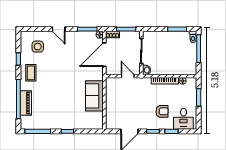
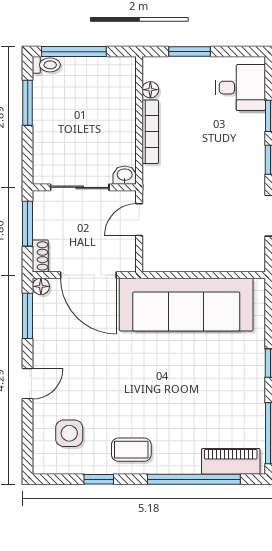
sofa: (94, 96) -> (186, 305), width x1.85, depth x1.27
piano: (26, 103) -> (231, 461), moved
armchair: (162, 111) -> (223, 138), removed

